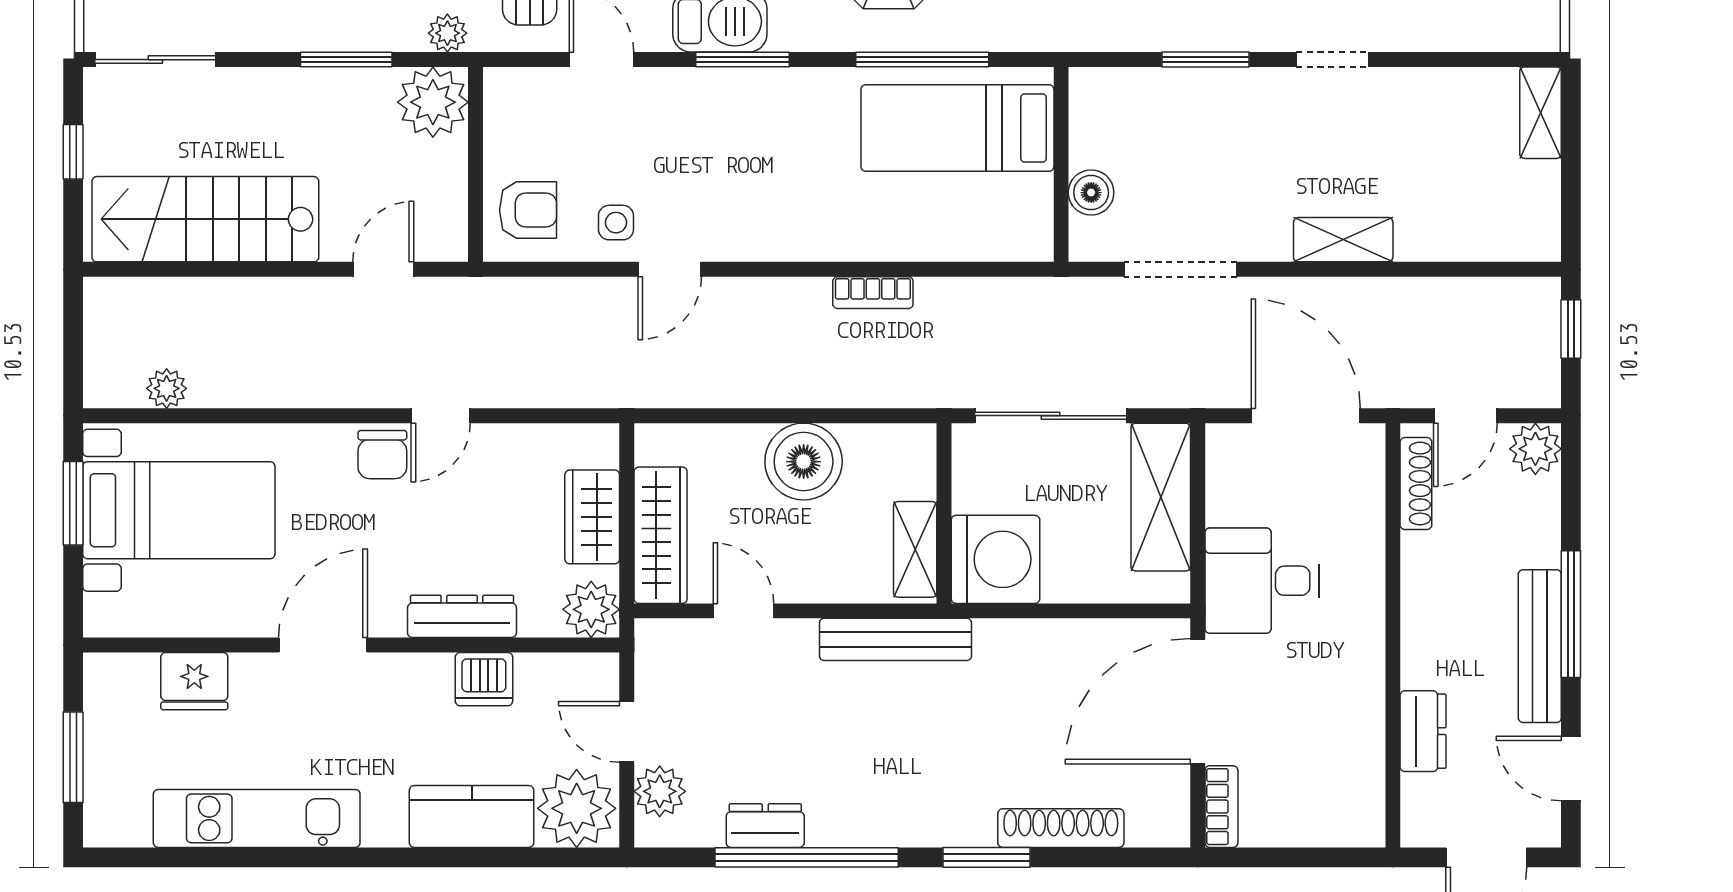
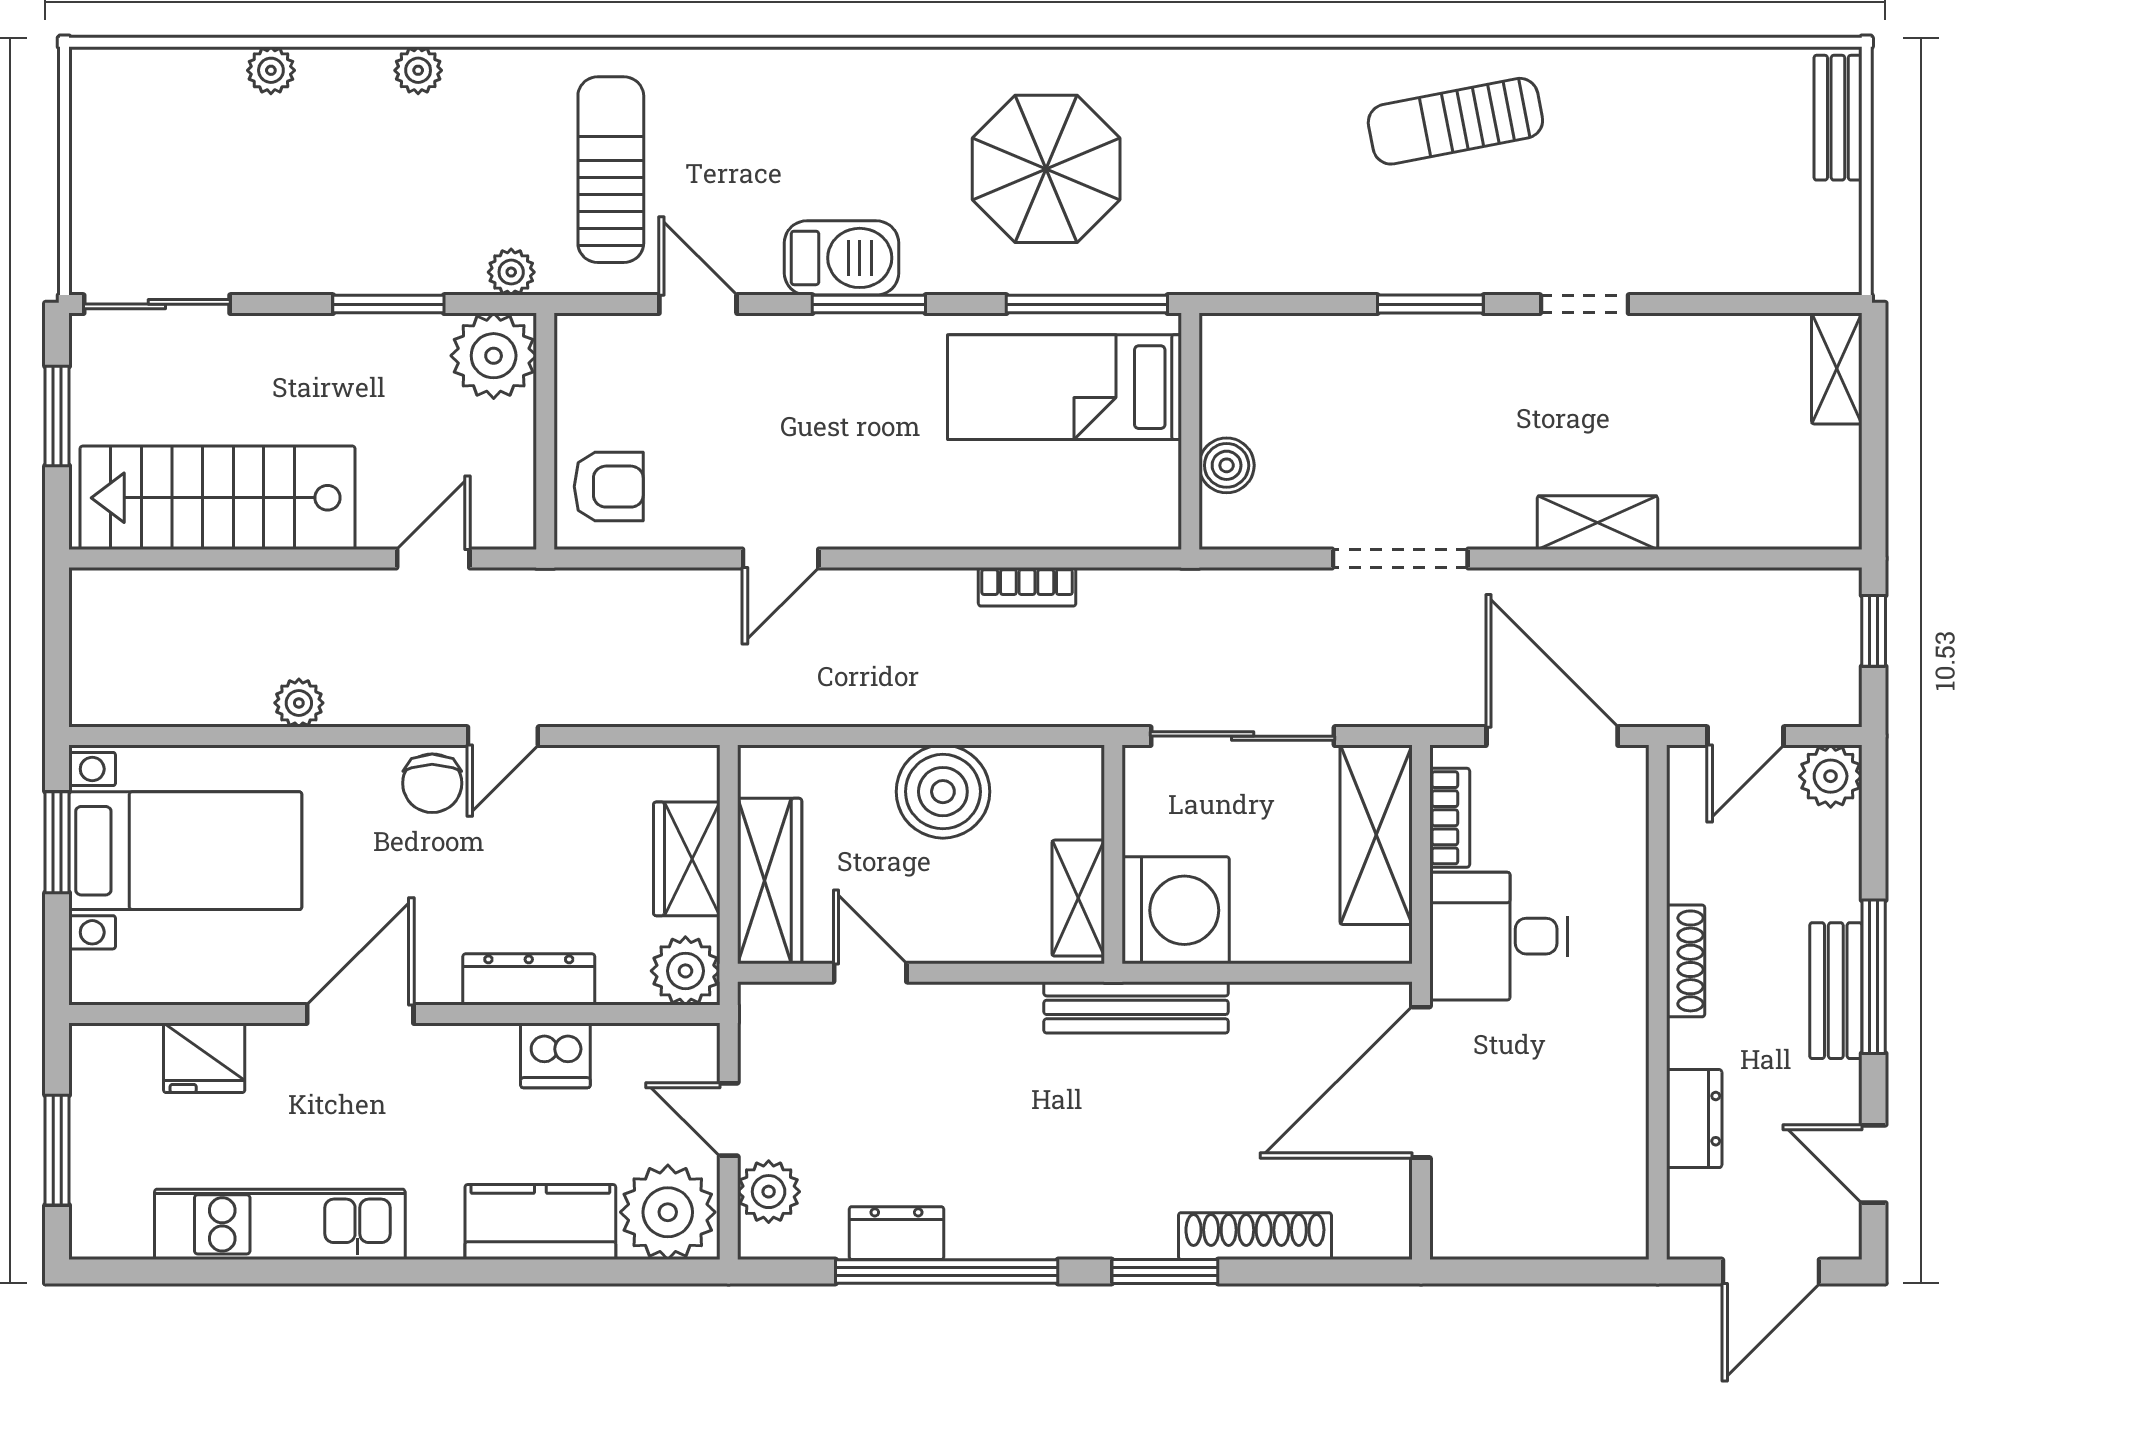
bed: (957, 128) -> (1064, 387), moved
window: (73, 152) -> (57, 416), width x1.50
wall: (1061, 164) -> (1190, 431), moved
boiler: (1091, 193) -> (1227, 465), moved
side table: (616, 223) -> (715, 502), removed
plant: (167, 388) -> (299, 703), moved
shoe rack: (1416, 484) -> (1686, 961), moved
bench: (895, 639) -> (1136, 1007), moved
bench: (1540, 646) -> (1836, 991), width x0.73
bookcase: (1221, 807) -> (1450, 818), moved

